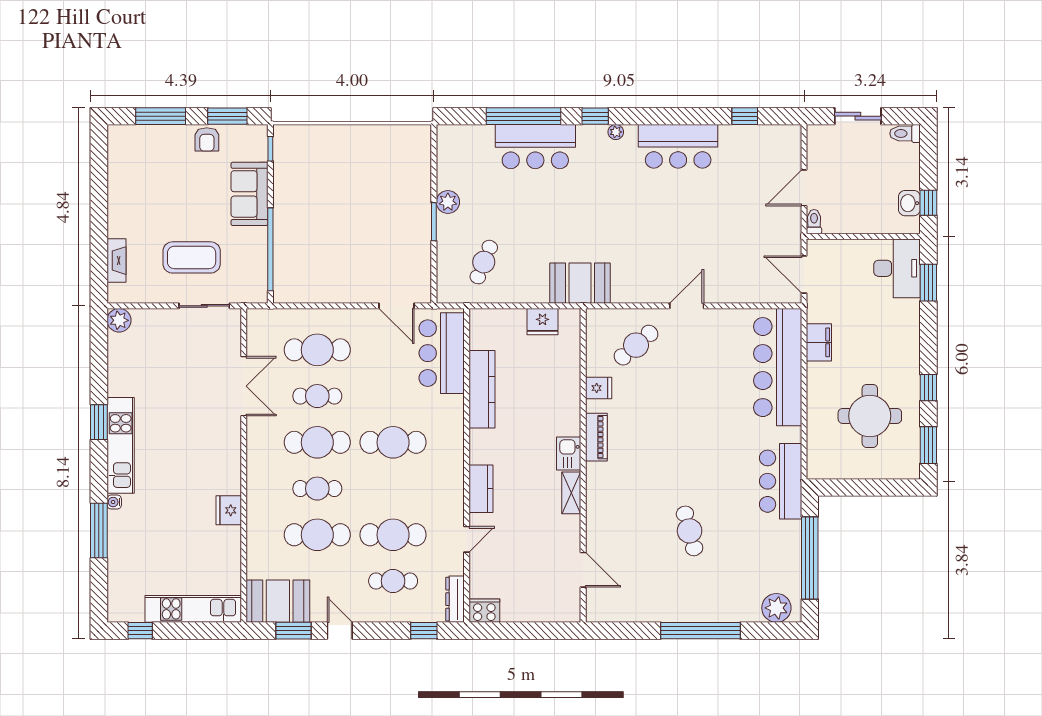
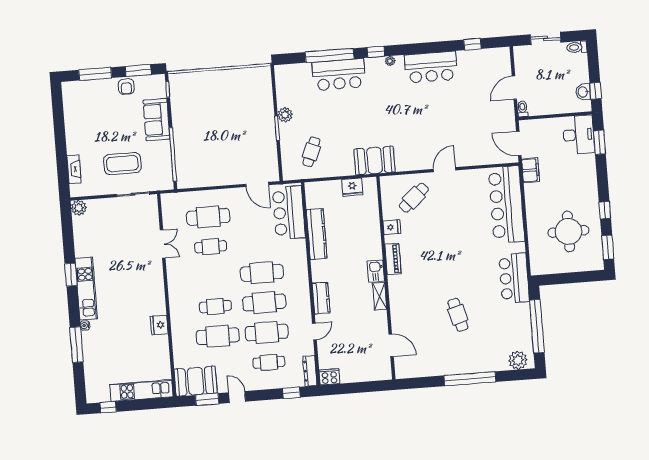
filing cabinet: (819, 342) -> (531, 170), moved
double door: (244, 386) -> (163, 244), width x0.73
cafe table: (317, 442) -> (264, 303), moved

